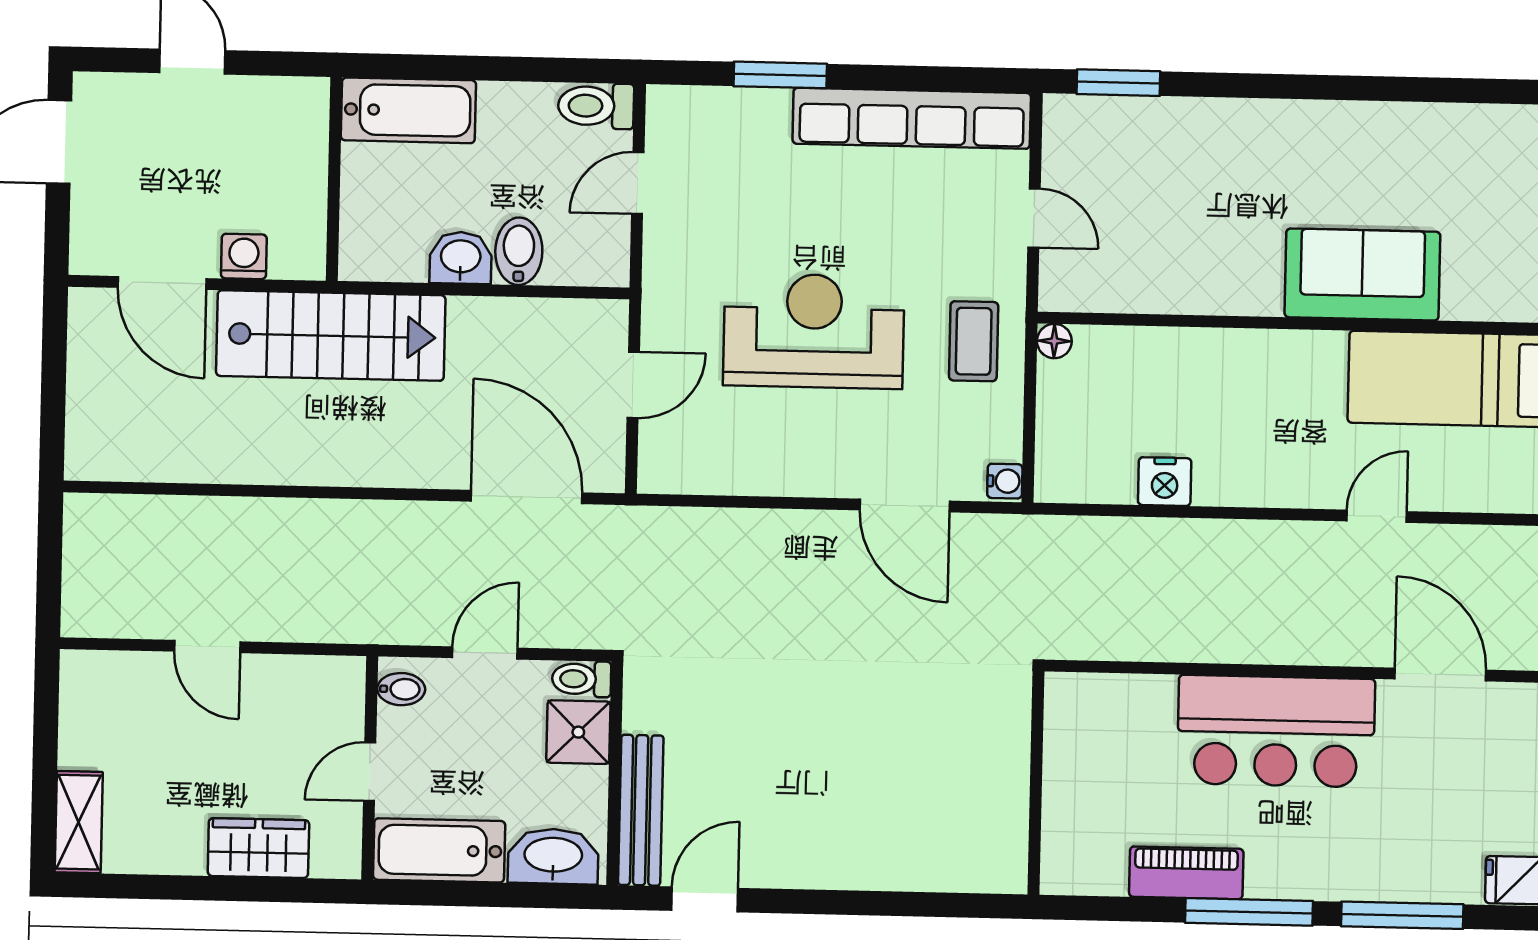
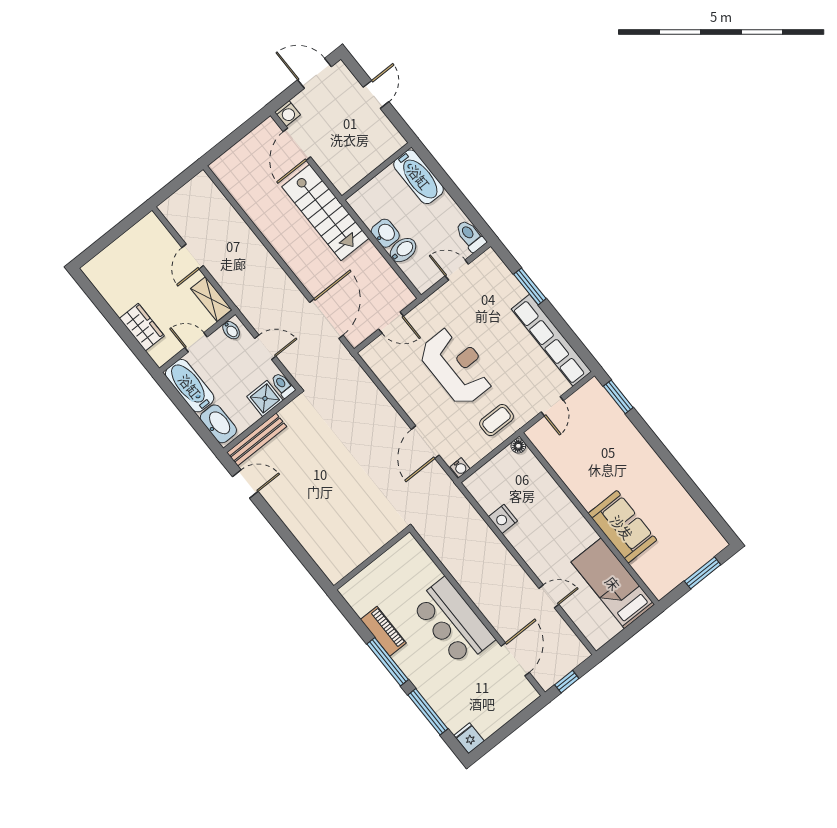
washing machine: (244, 256) -> (287, 113), moved, turned 90
shelving: (79, 822) -> (211, 299), moved, turned 90

